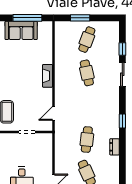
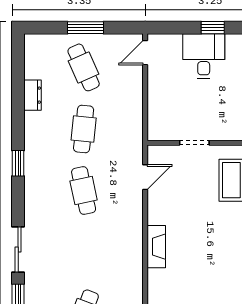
cafe table: (87, 73) -> (84, 190), moved
dresser: (114, 147) -> (33, 95), moved

